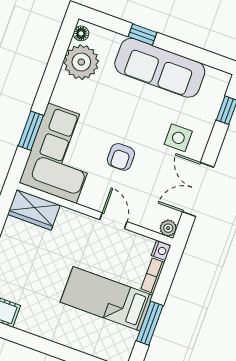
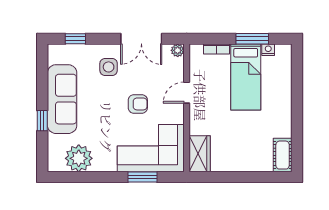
floor lamp: (81, 33) -> (58, 166), removed
nightstand: (161, 251) -> (268, 50), moved

